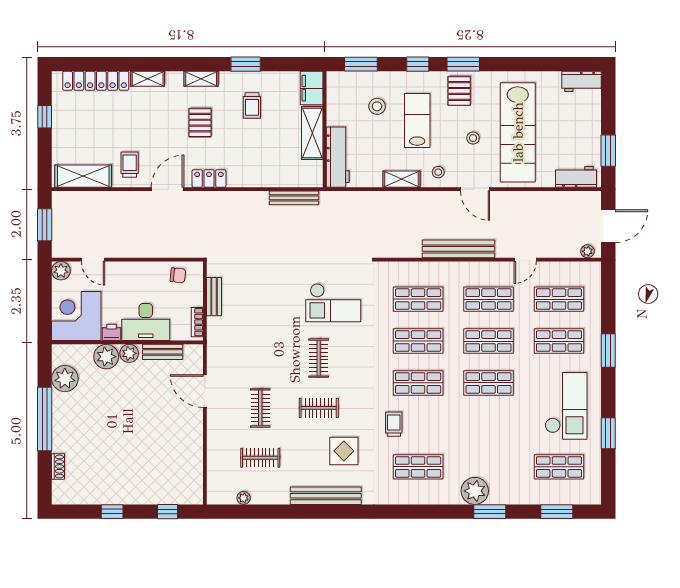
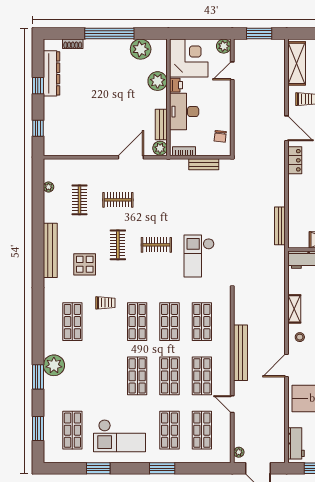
plant: (129, 353) -> (160, 148), moved
dresser: (96, 494) -> (52, 73), added

